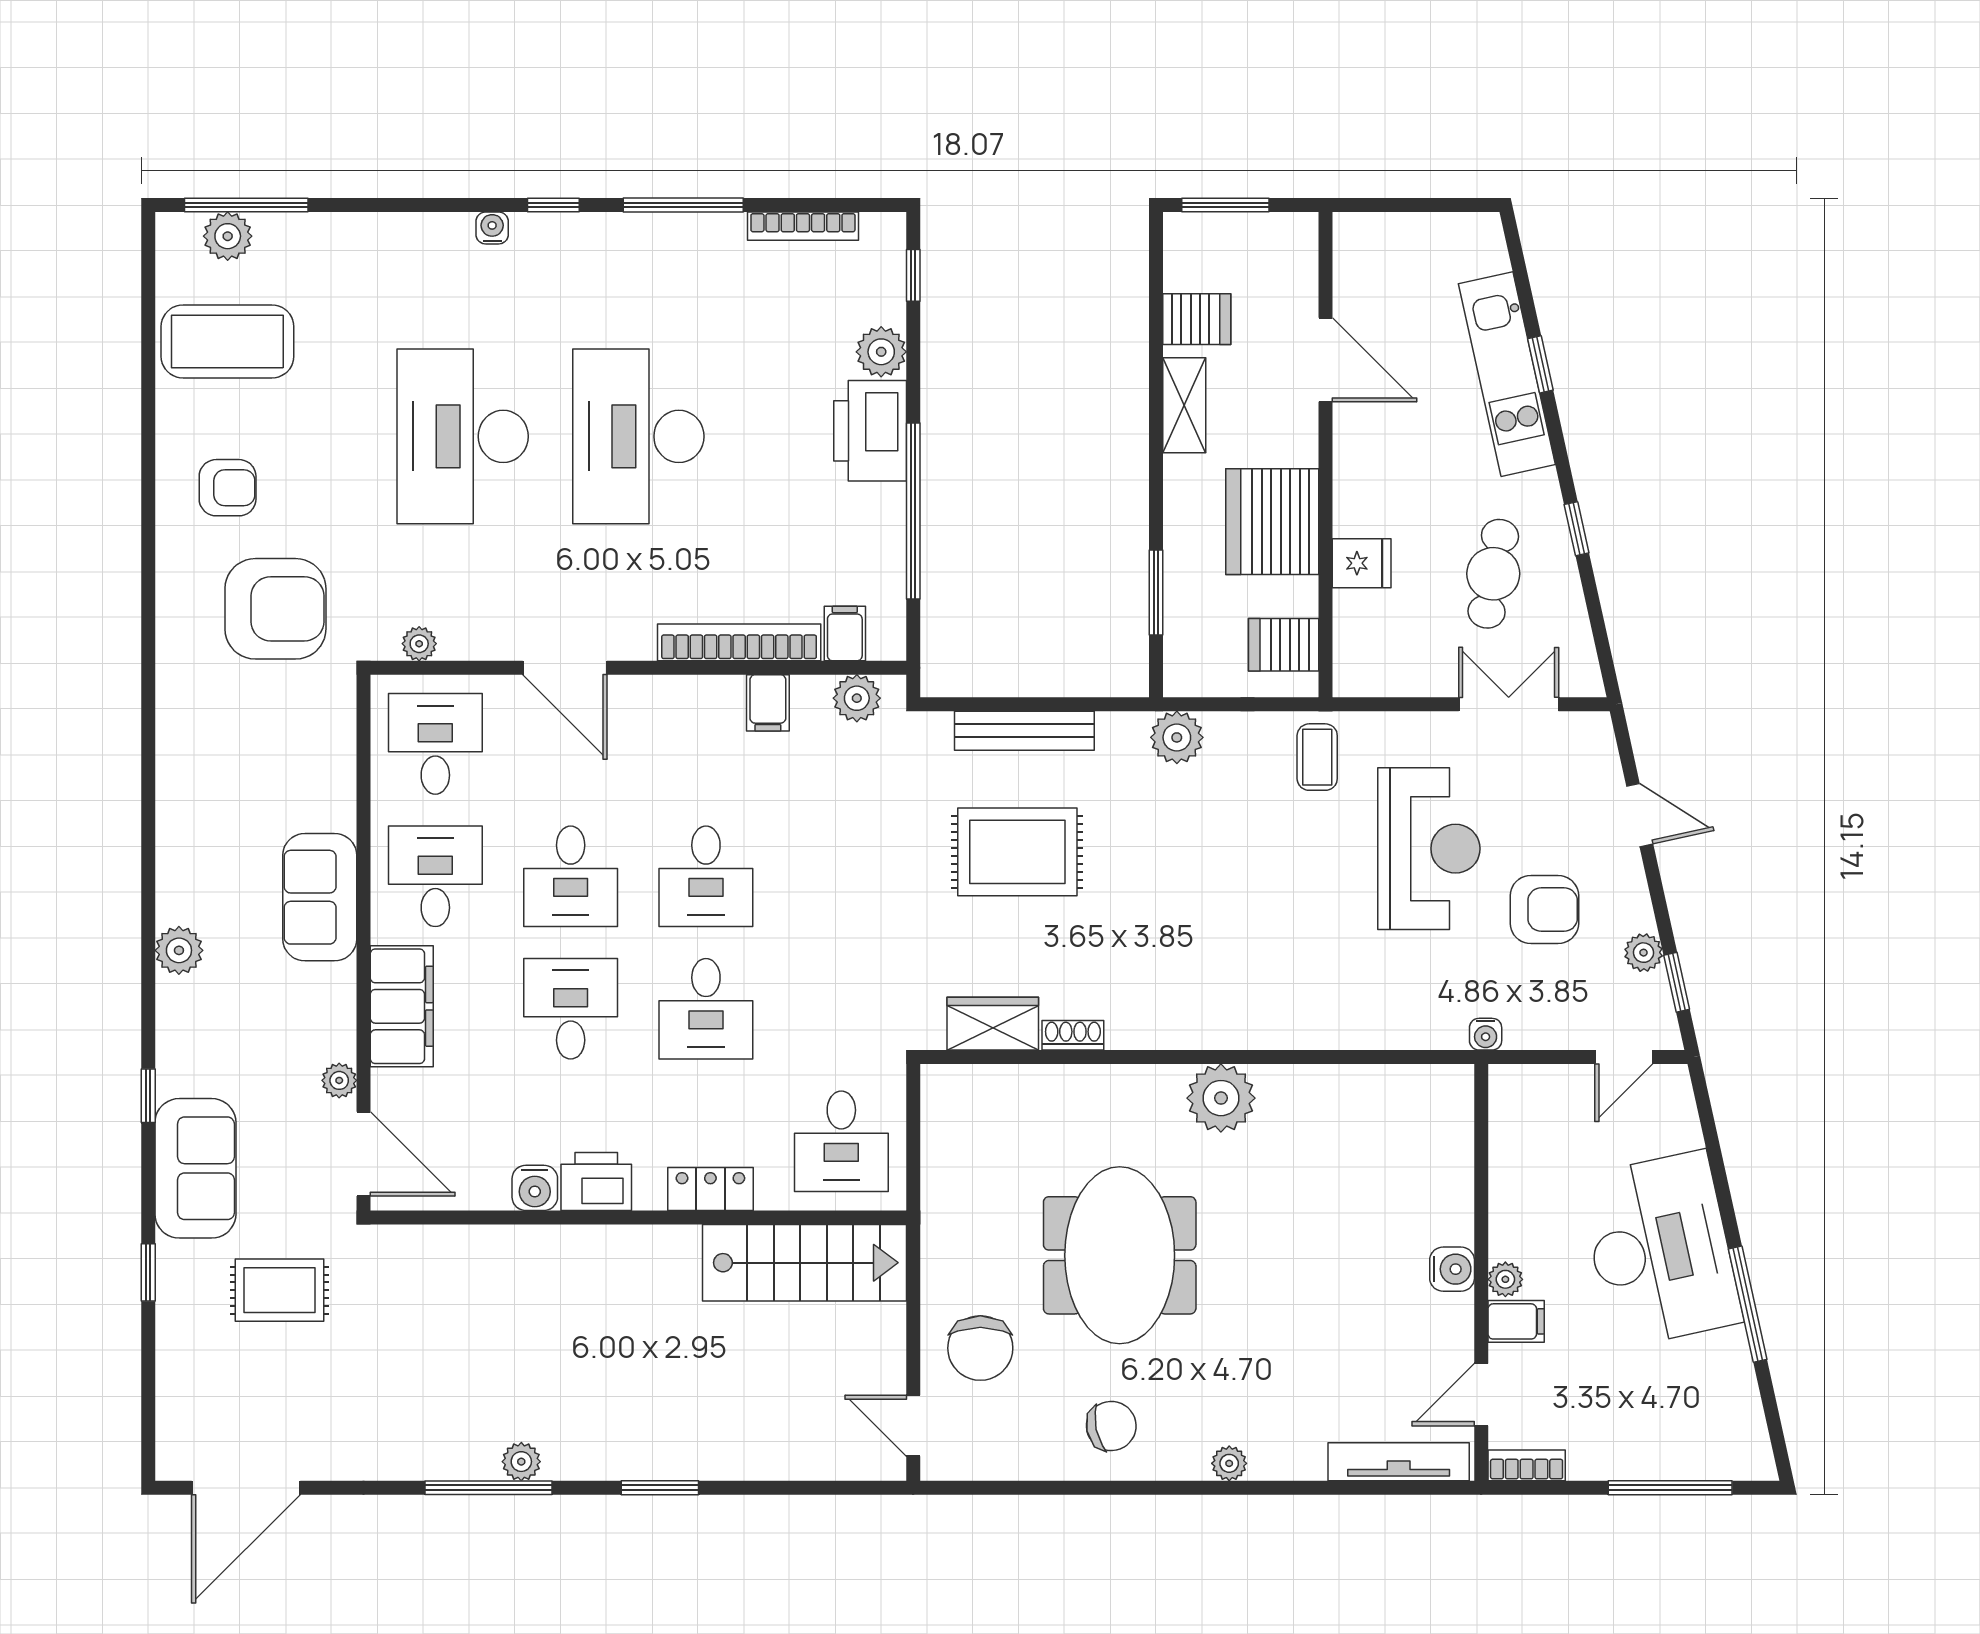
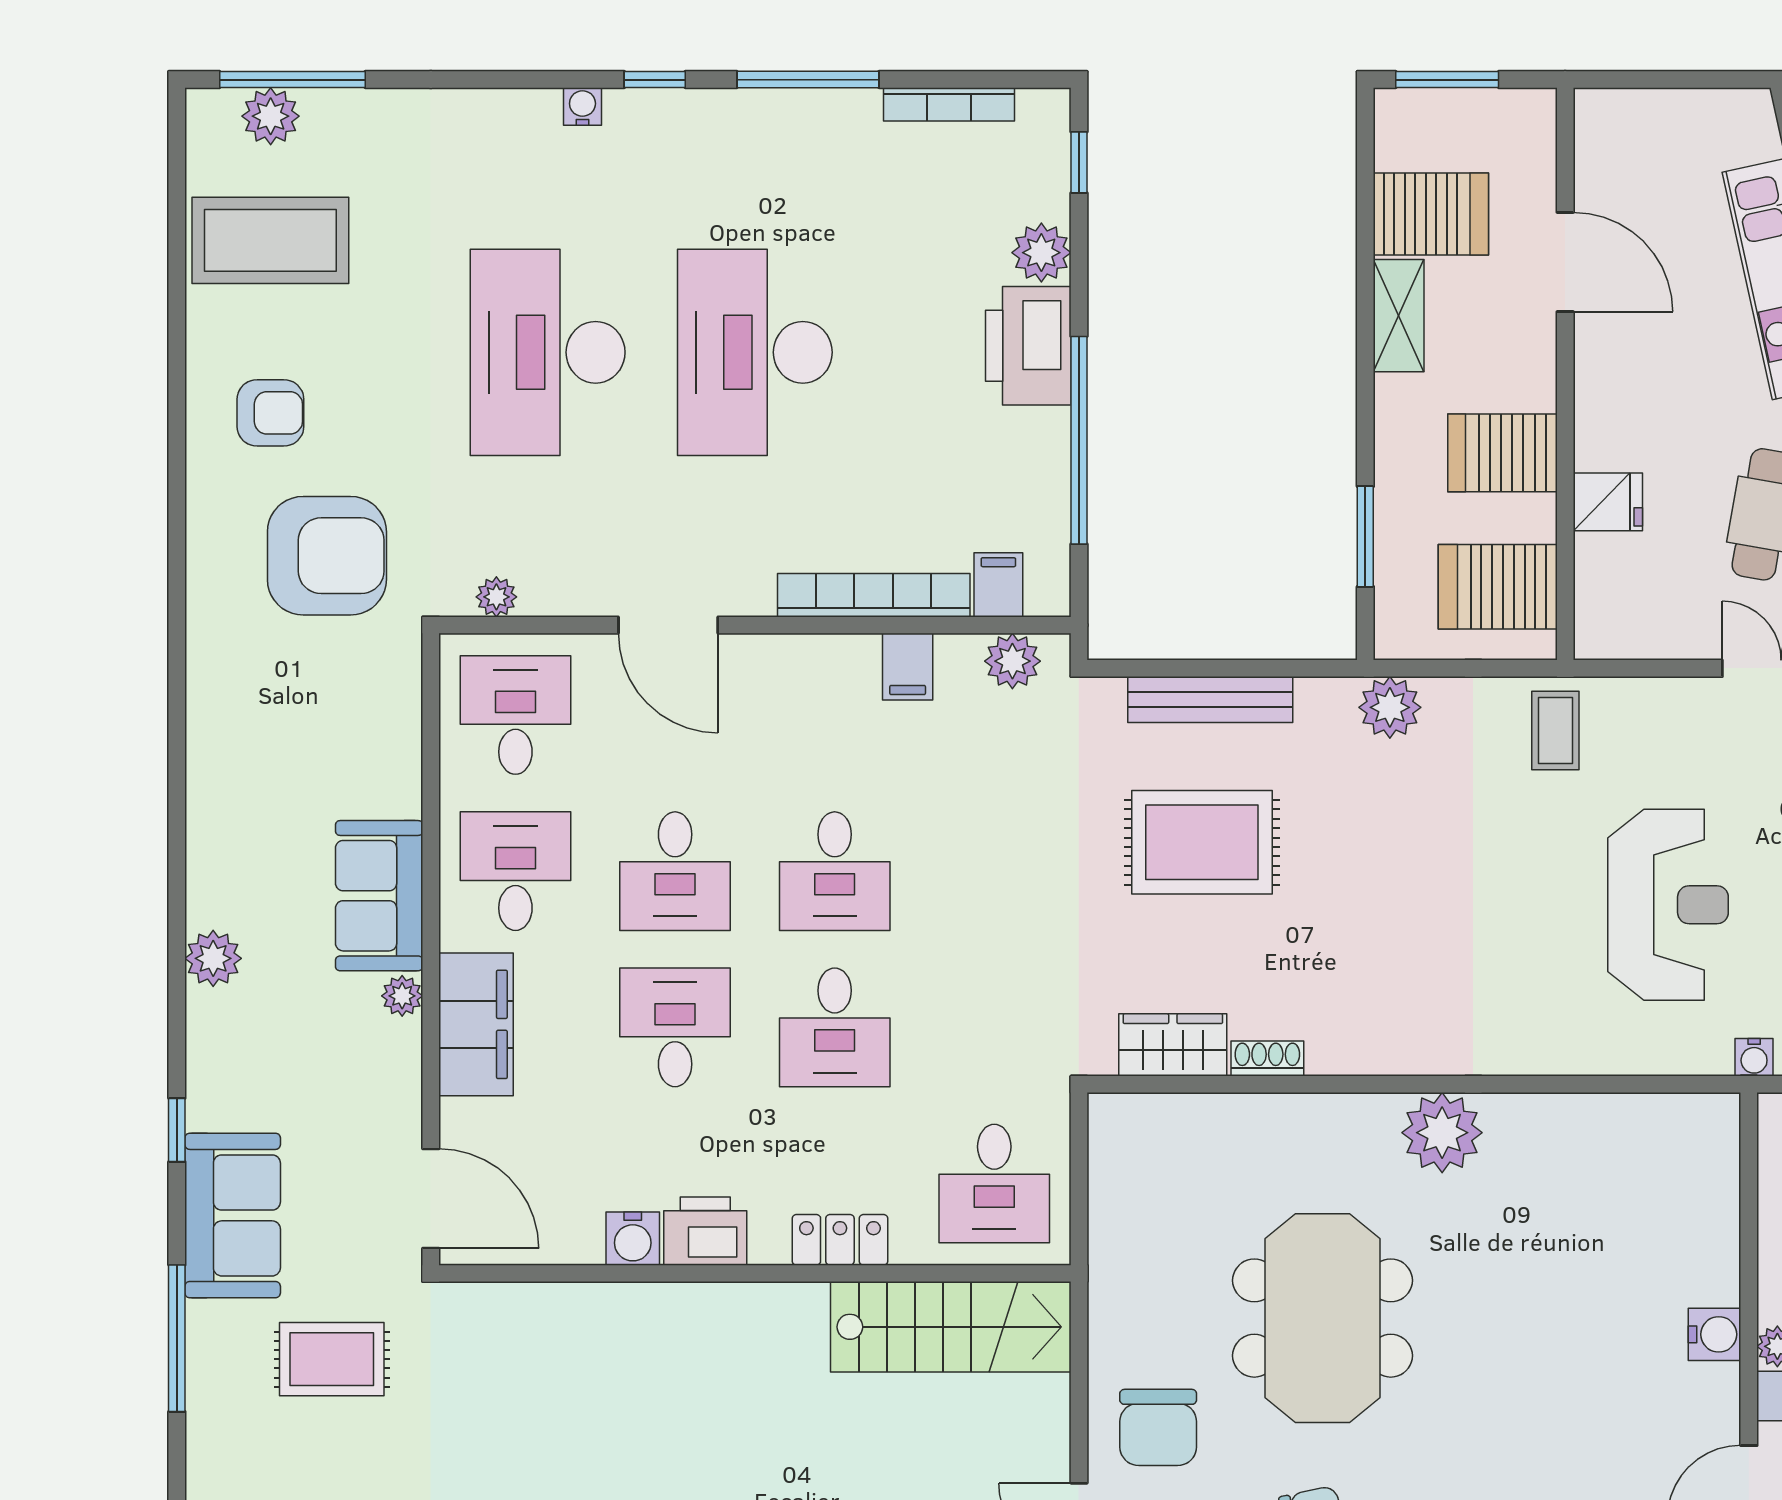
server rack: (1197, 319) -> (1431, 214), width x1.36, depth x1.44
server rack: (1272, 522) -> (1502, 453), width x0.62
server rack: (1284, 645) -> (1498, 587), width x1.36, depth x1.44
reception desk: (1429, 849) -> (1668, 905), moved
plant: (339, 1080) -> (402, 996), moved
window: (148, 1272) -> (177, 1338), width x2.17

